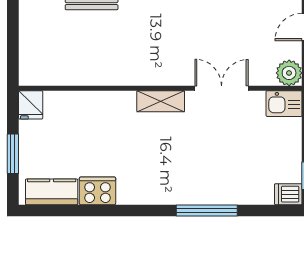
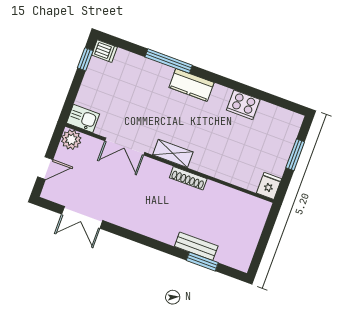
shoe rack: (131, 78) -> (188, 178), added
kitchen counter: (52, 192) -> (191, 85), moved

